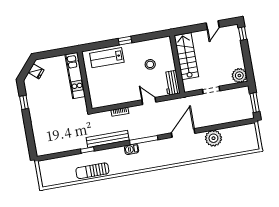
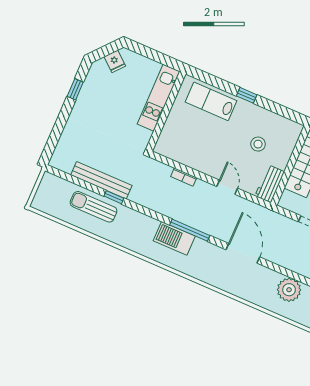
door: (183, 133) -> (243, 253), hinge flipped
plant: (213, 138) -> (289, 290), moved
bench: (108, 139) -> (101, 180), moved
barbecue: (132, 149) -> (174, 238), width x1.88, depth x1.53
sun lounger: (92, 171) -> (94, 207), moved

